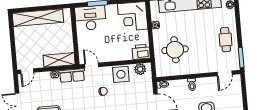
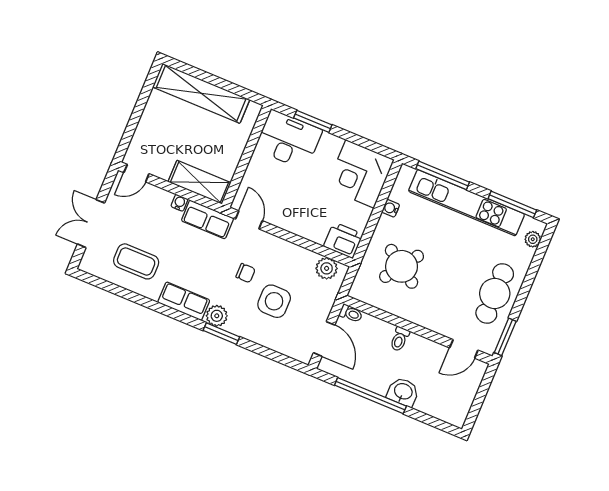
cafe table: (226, 40) -> (495, 293), width x1.37, depth x1.35
round table: (175, 50) -> (402, 266), turned 35
side table: (121, 74) -> (274, 301), moved

